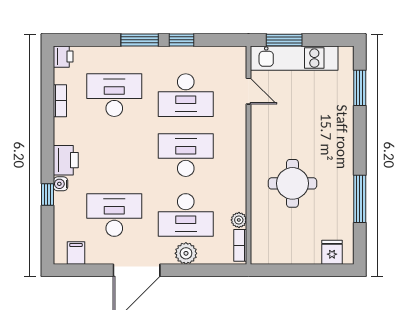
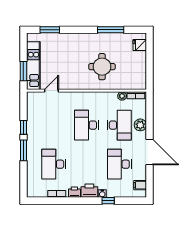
printer: (63, 57) -> (74, 192), moved
desk: (186, 95) -> (54, 125), removed

